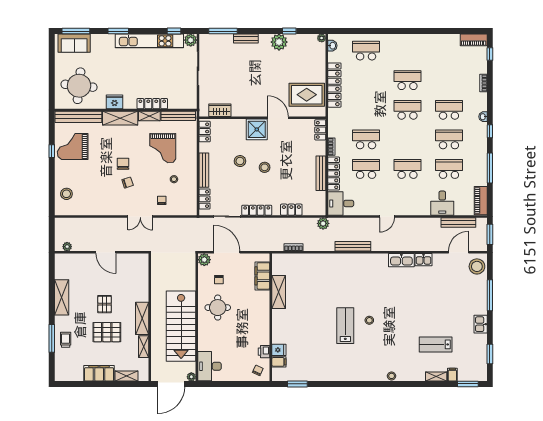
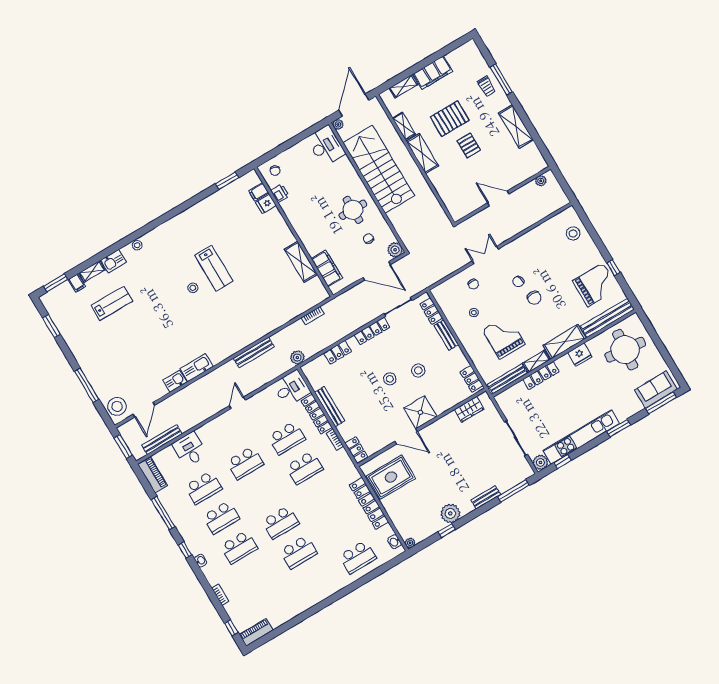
bench: (204, 170) -> (446, 335), width x0.73
kitchen sink: (481, 324) -> (114, 261), moved, turned 90

